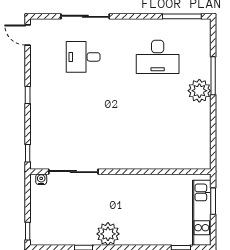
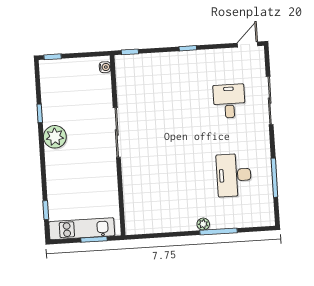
window: (182, 16) -> (274, 178), moved
plant: (199, 91) -> (203, 224), width x0.53, depth x0.53
sliding door: (73, 172) -> (117, 132), moved

